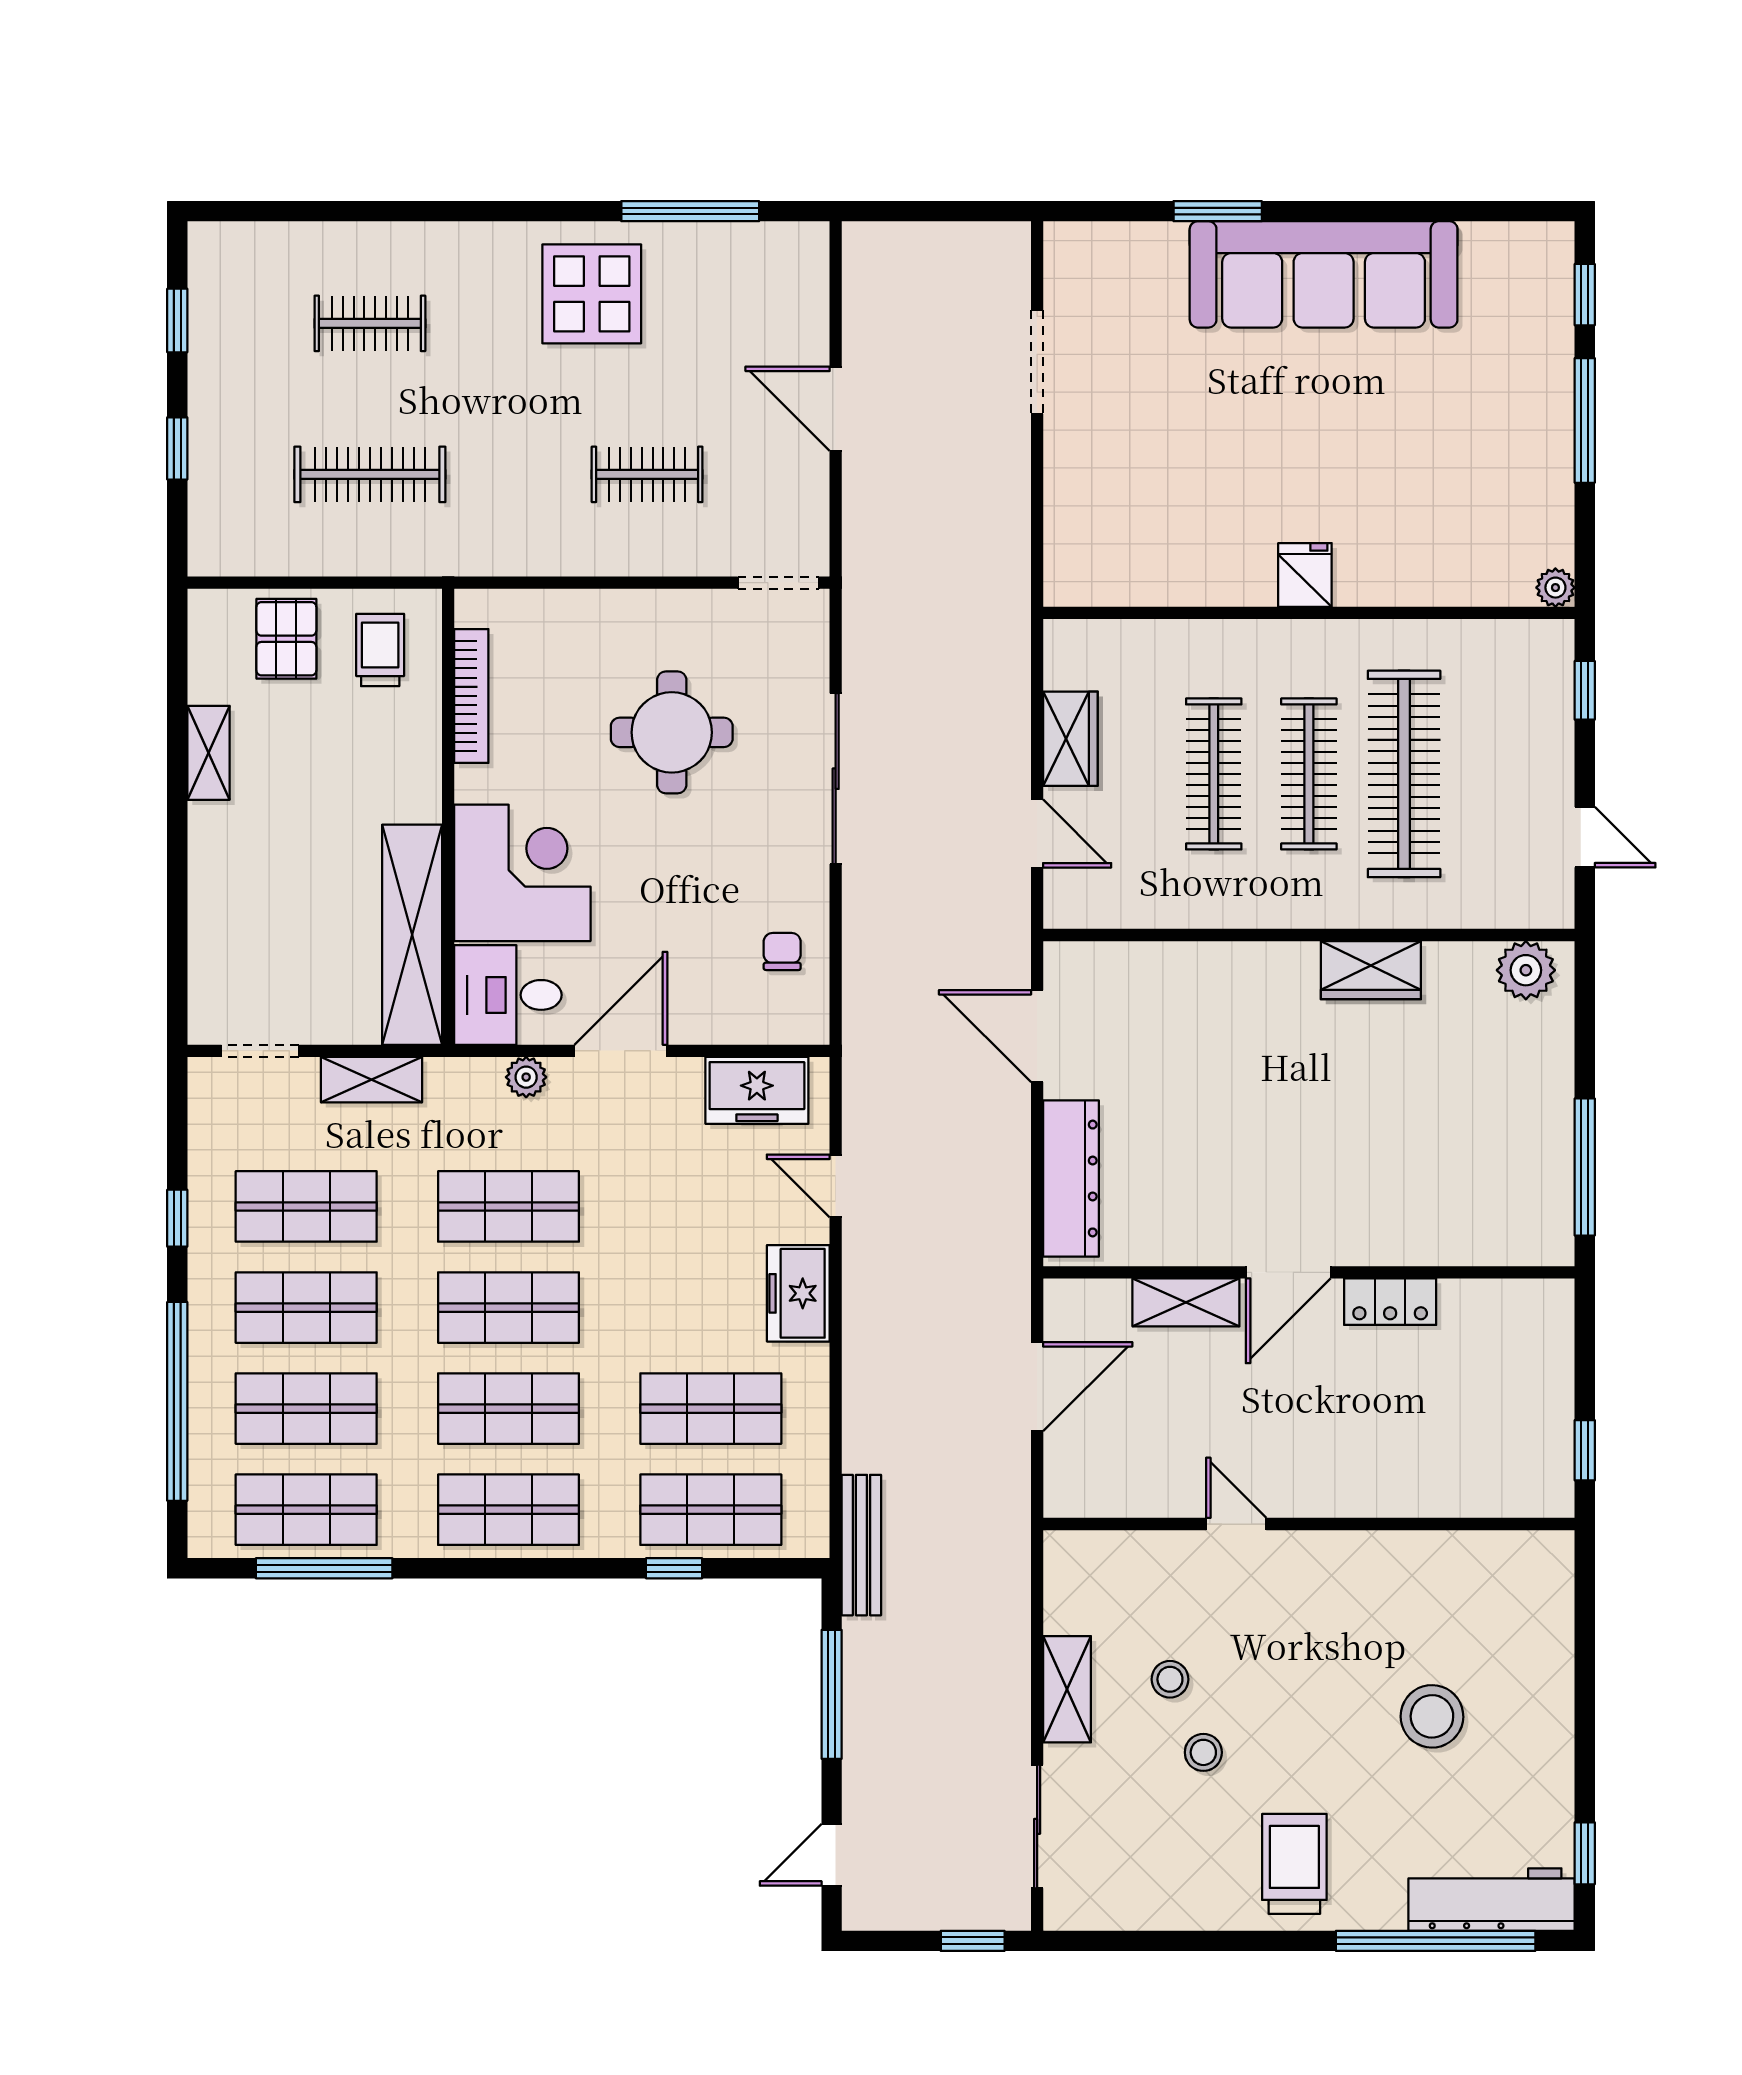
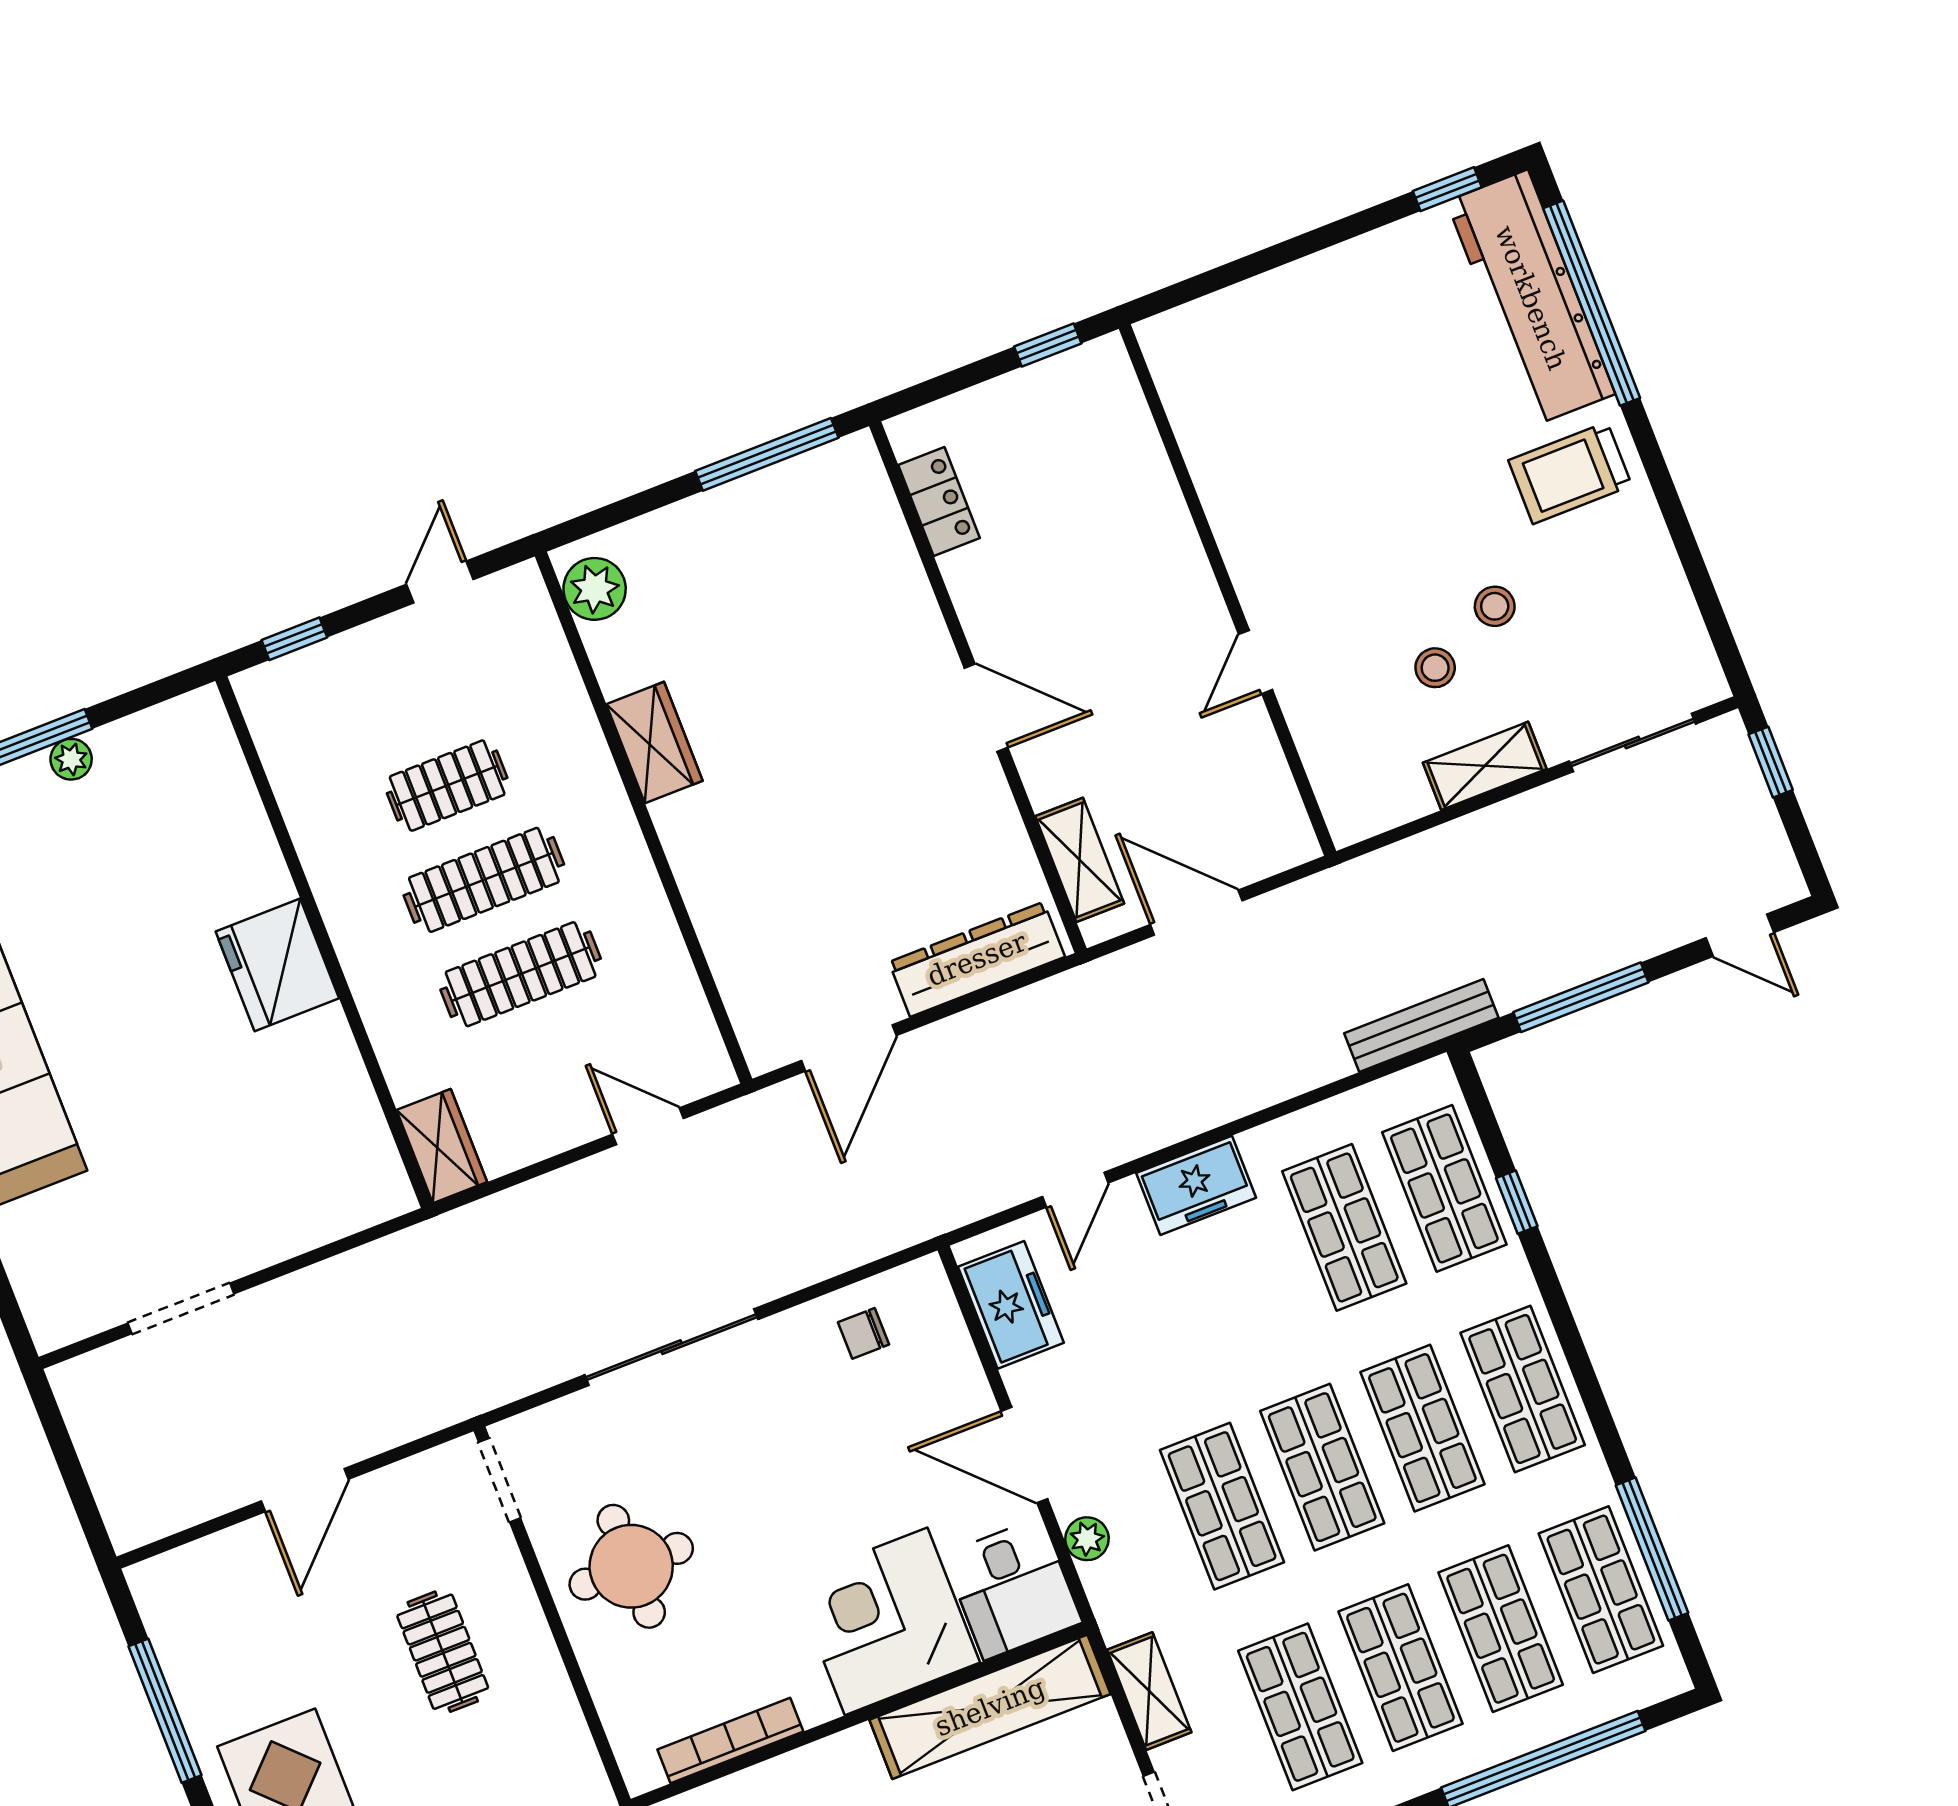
fridge: (1305, 575) -> (277, 965), width x1.88, depth x1.34
plant: (1555, 588) -> (71, 759), moved
round table: (672, 732) -> (631, 1566), moved
wardrobe: (1070, 739) -> (442, 1146), moved, turned 90
clothes rail: (1404, 774) -> (447, 786), width x0.54, depth x0.76
door: (1037, 834) -> (648, 1126), hinge flipped
shelving: (1186, 1302) -> (1080, 860), moved
locker: (1390, 1302) -> (939, 501), moved
stool: (1432, 1716) -> (1371, 394), removed
workbench: (1492, 1900) -> (1531, 298), width x1.36, depth x1.32

